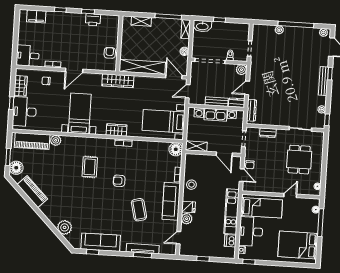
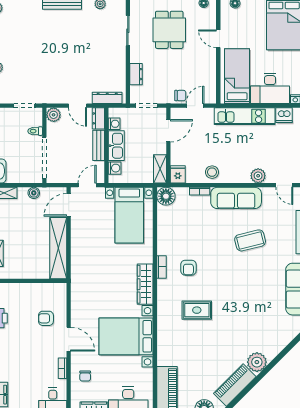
armchair: (110, 53) -> (46, 318), moved
wardrobe: (118, 81) -> (79, 280), removed
door: (188, 91) -> (87, 185), swing flipped
bed with nightstands: (80, 114) -> (126, 336), width x1.36
wardrobe: (116, 130) -> (145, 284), width x1.50
plant: (56, 140) -> (164, 358), removed
dining table: (299, 160) -> (169, 30), turned 90
armchair: (119, 181) -> (188, 268), moved
fridge: (188, 207) -> (178, 174), moved
plant: (65, 227) -> (257, 362), moved

